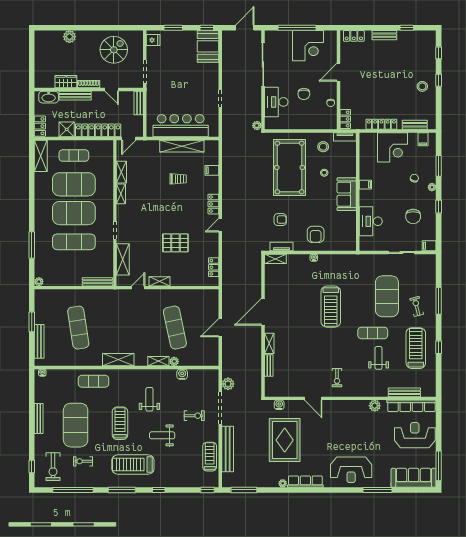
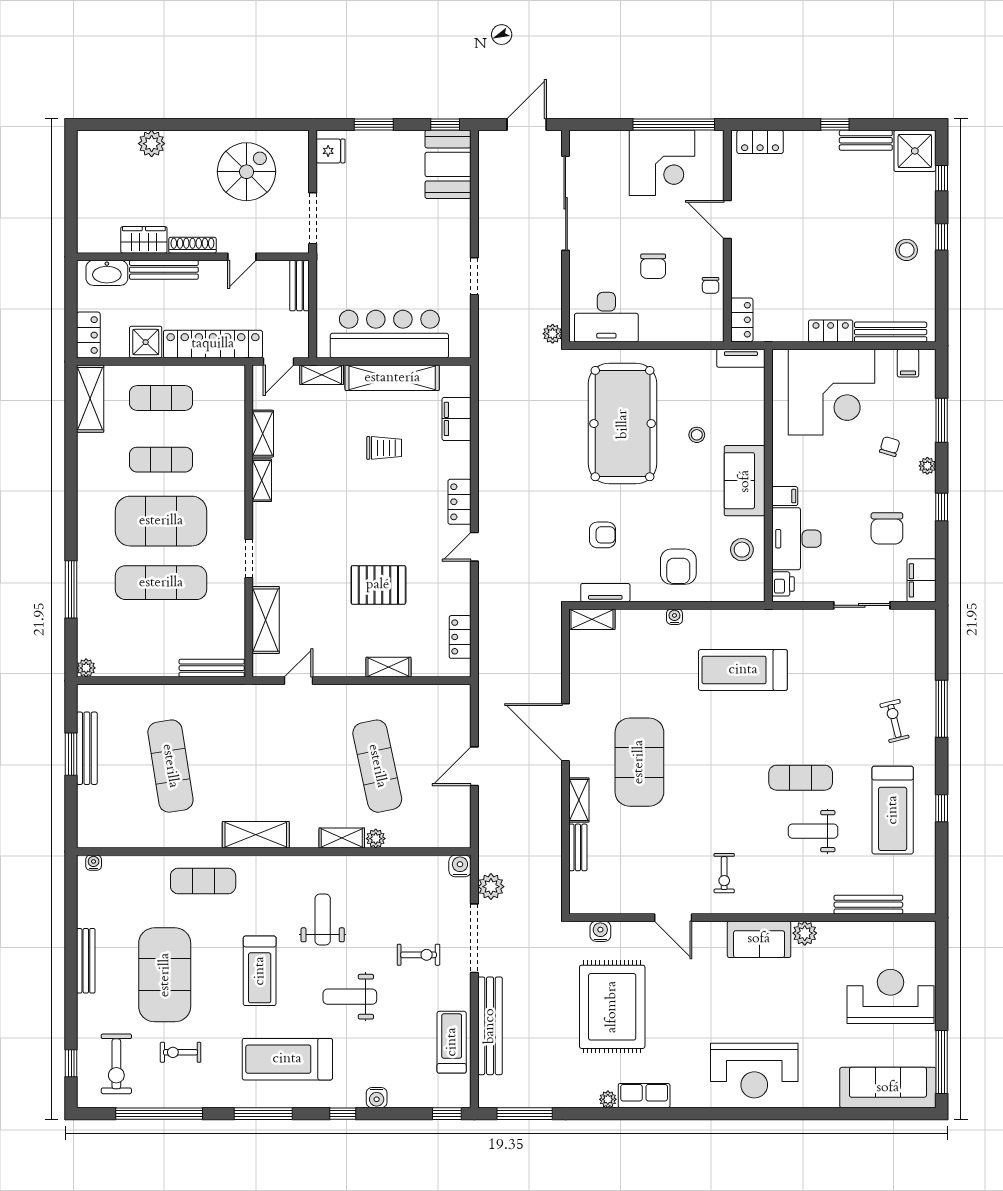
window: (297, 28) -> (674, 125), moved
window: (407, 28) -> (835, 125), moved
bench: (384, 35) -> (866, 140), moved
shower: (426, 40) -> (915, 151), added
door: (339, 72) -> (727, 220), hinge flipped
door: (112, 90) -> (242, 257), hinge flipped
desk: (276, 102) -> (606, 317), moved, turned -90
locker: (381, 124) -> (831, 331), width x0.66
bench: (415, 125) -> (891, 332), width x1.36
shelving: (149, 145) -> (322, 375), added
stool: (323, 147) -> (742, 550), moved
corner desk: (393, 147) -> (832, 392), width x1.36, depth x1.36
filing cabinet: (212, 170) -> (457, 419), width x2.00
exercise mat: (74, 184) -> (161, 460), width x0.50, depth x0.69
filing cabinet: (365, 185) -> (785, 496), moved
printer: (365, 242) -> (783, 584), added
filing cabinet: (429, 246) -> (921, 580), width x2.00
shelving: (160, 281) -> (388, 667), moved
exercise mat: (387, 296) -> (639, 762), moved
treadmill: (331, 307) -> (743, 670), moved, turned 90
door: (263, 312) -> (566, 732), hinge flipped
bench: (39, 341) -> (87, 748), moved
treadmill: (416, 348) -> (893, 810), turned 180
weight bench: (379, 358) -> (813, 831), turned -90
water cooler: (182, 374) -> (460, 866), moved
row of seats: (411, 406) -> (883, 934), removed
sofa: (353, 409) -> (759, 939), added
treadmill: (120, 423) -> (260, 971), turned 180
water cooler: (175, 482) -> (377, 1098), added
row of seats: (305, 482) -> (644, 1096), width x0.68
window: (378, 490) -> (811, 1114), removed

